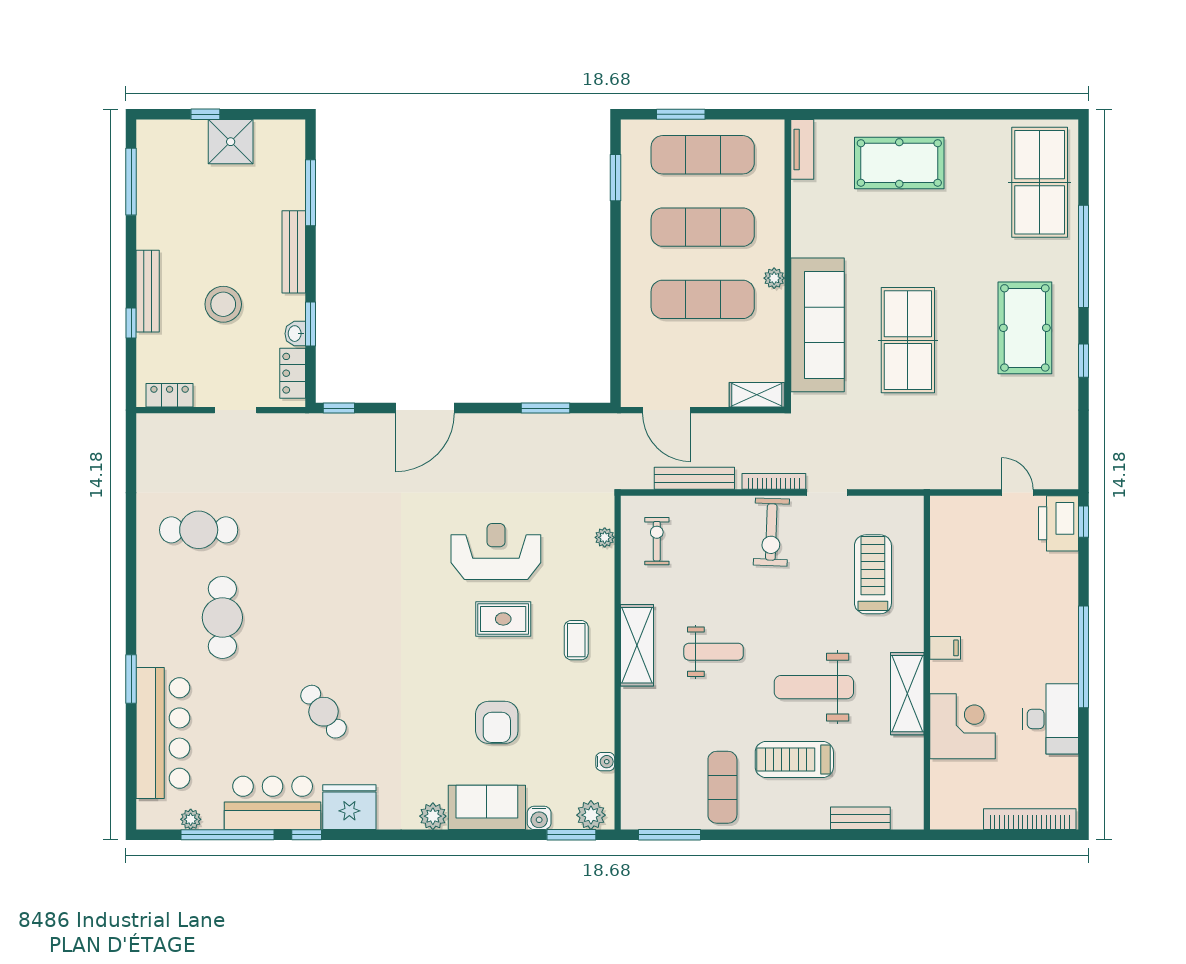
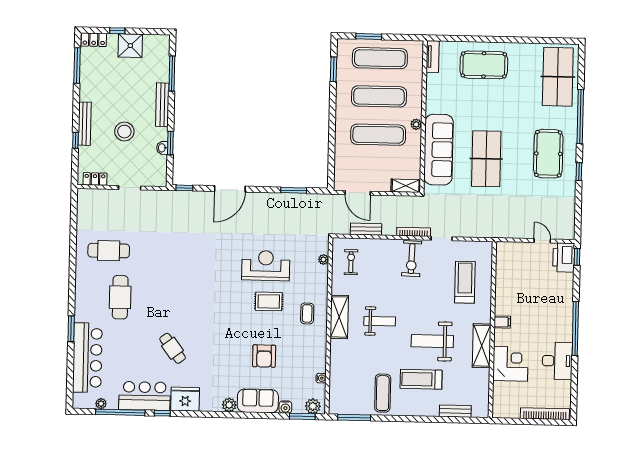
locker: (293, 373) -> (94, 40), moved, turned -90
bench: (694, 478) -> (366, 229), width x0.73

